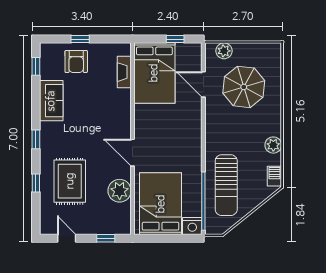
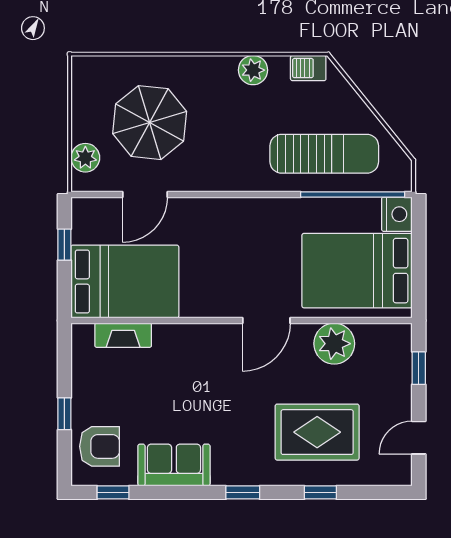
armchair: (76, 61) -> (100, 446), moved

